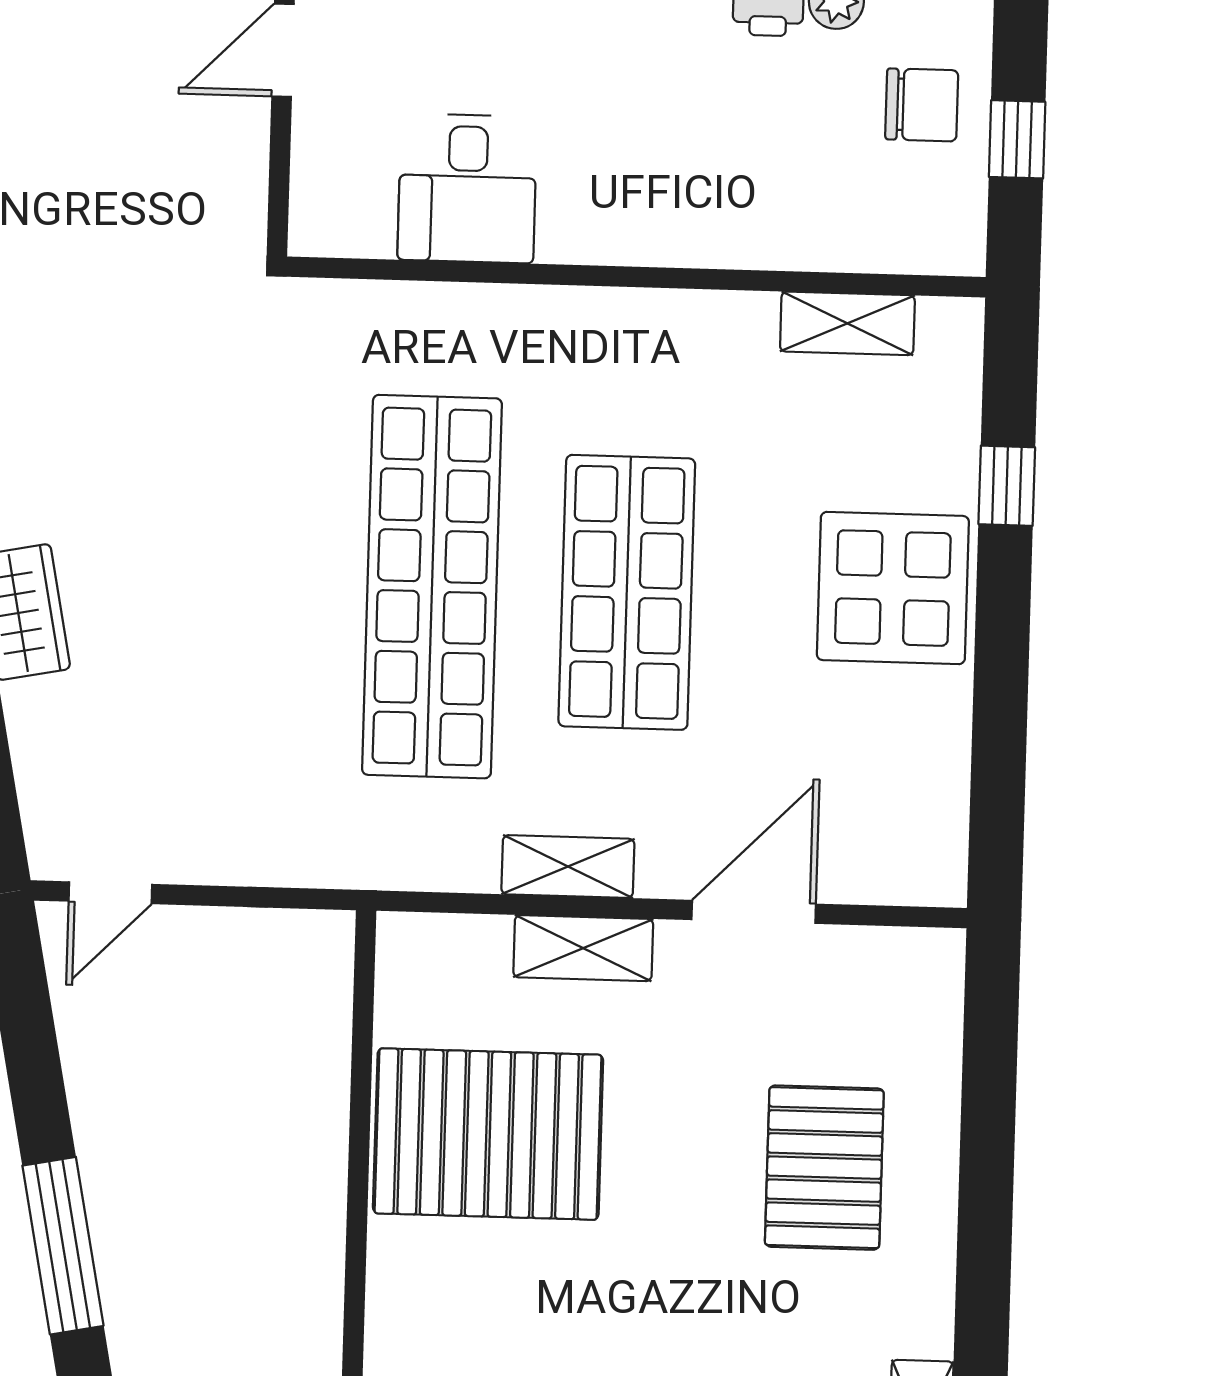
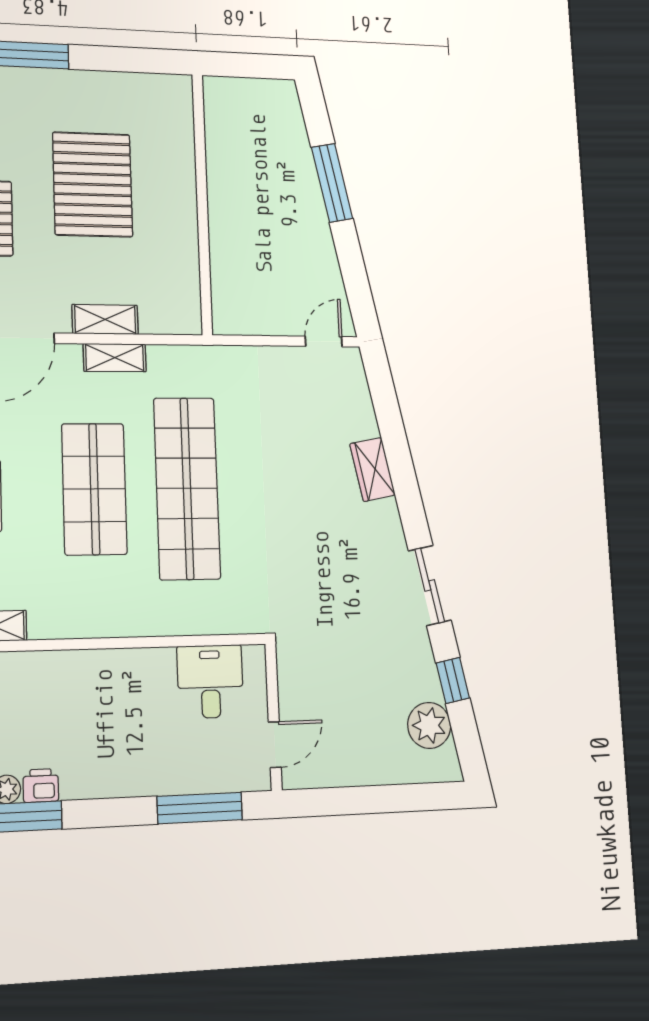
desk: (467, 188) -> (210, 681), moved
pallet: (488, 1134) -> (93, 184), moved, turned 90

